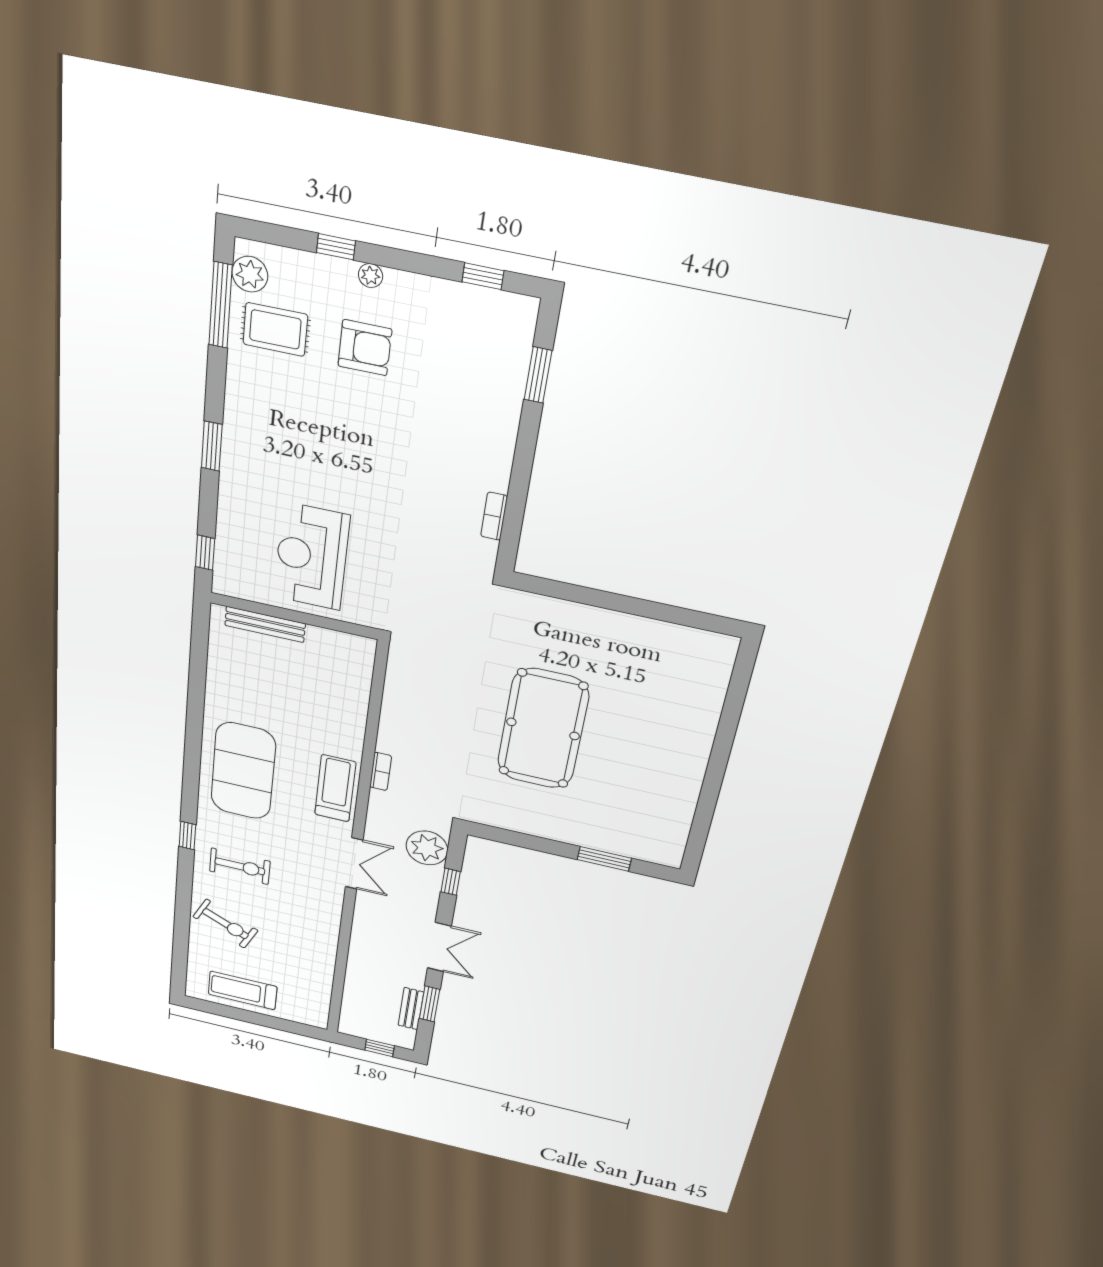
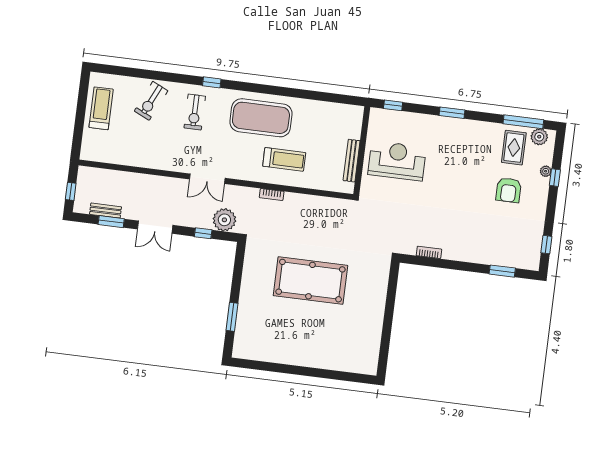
plant: (371, 276) -> (546, 171), moved
bench: (265, 624) -> (352, 161), moved
treadmill: (335, 788) -> (284, 159), moved

